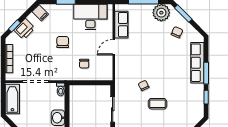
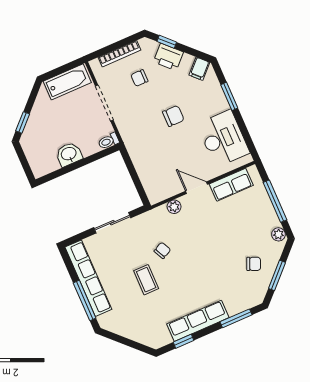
plant: (161, 13) -> (278, 234), width x0.53, depth x0.53
window: (183, 14) -> (277, 275), moved
row of seats: (197, 63) -> (198, 321), moved
chair: (84, 64) -> (139, 78), moved
plant: (120, 66) -> (174, 207), added
window: (206, 73) -> (236, 318), moved

